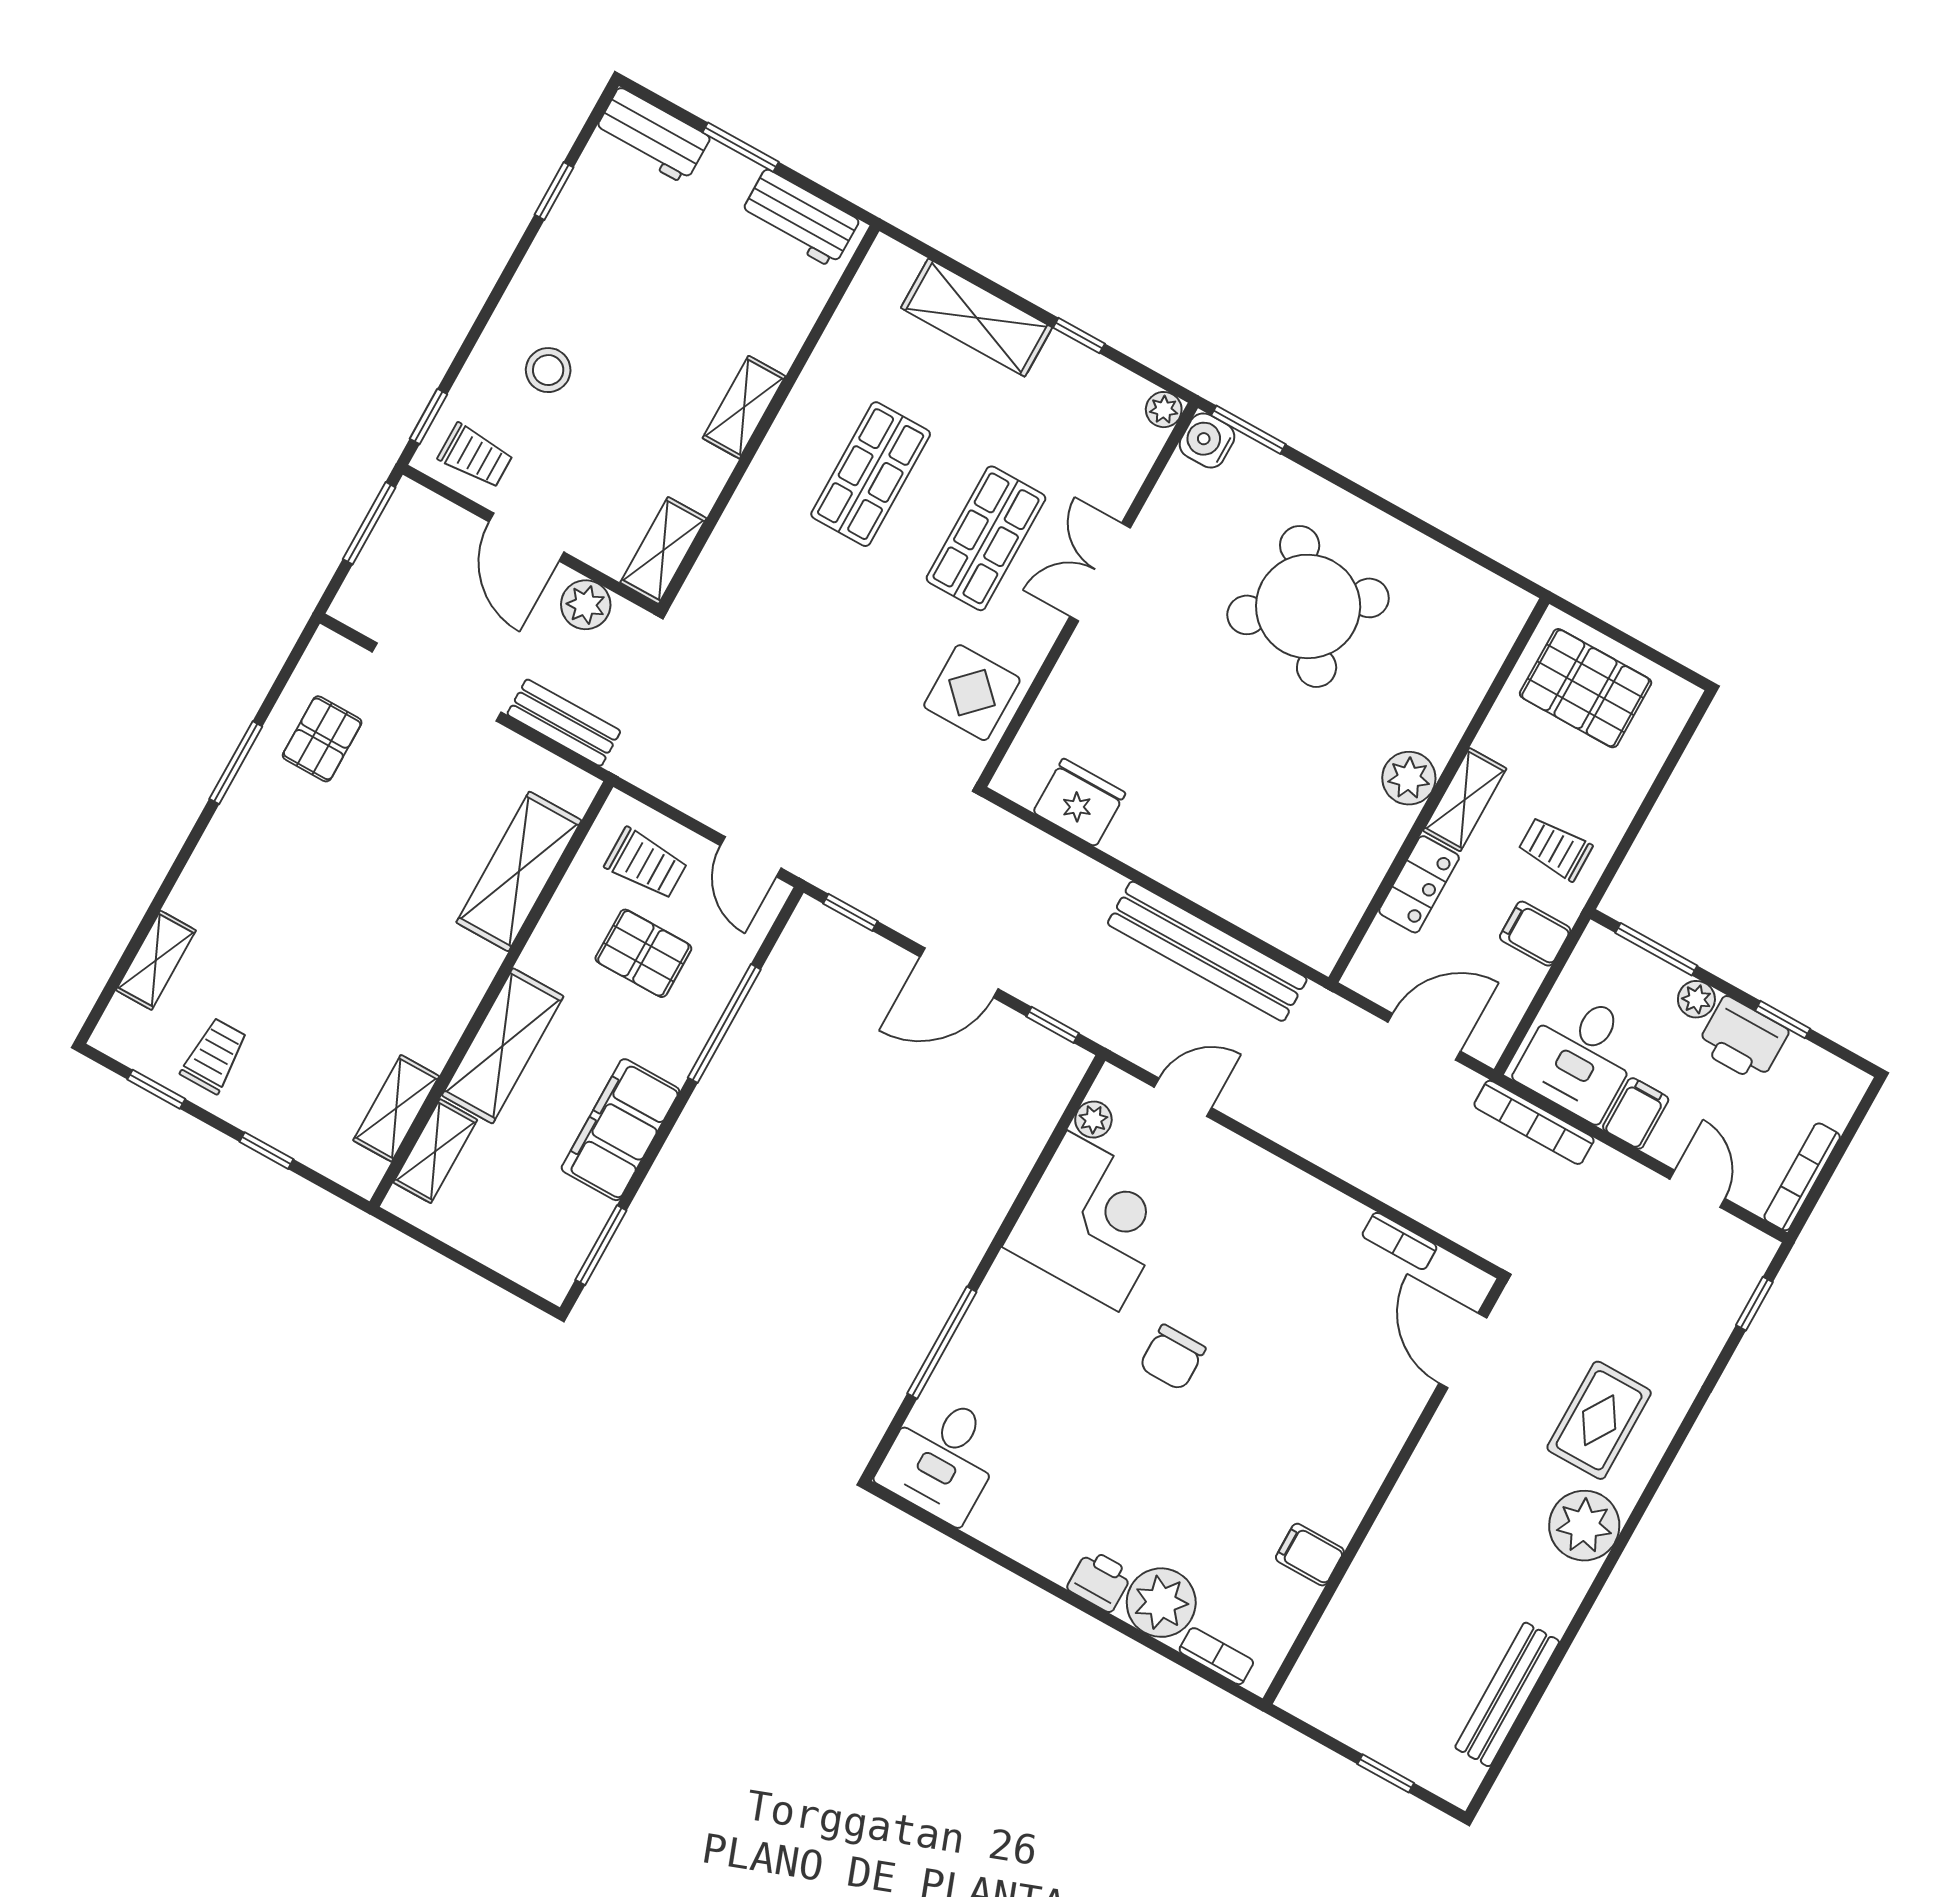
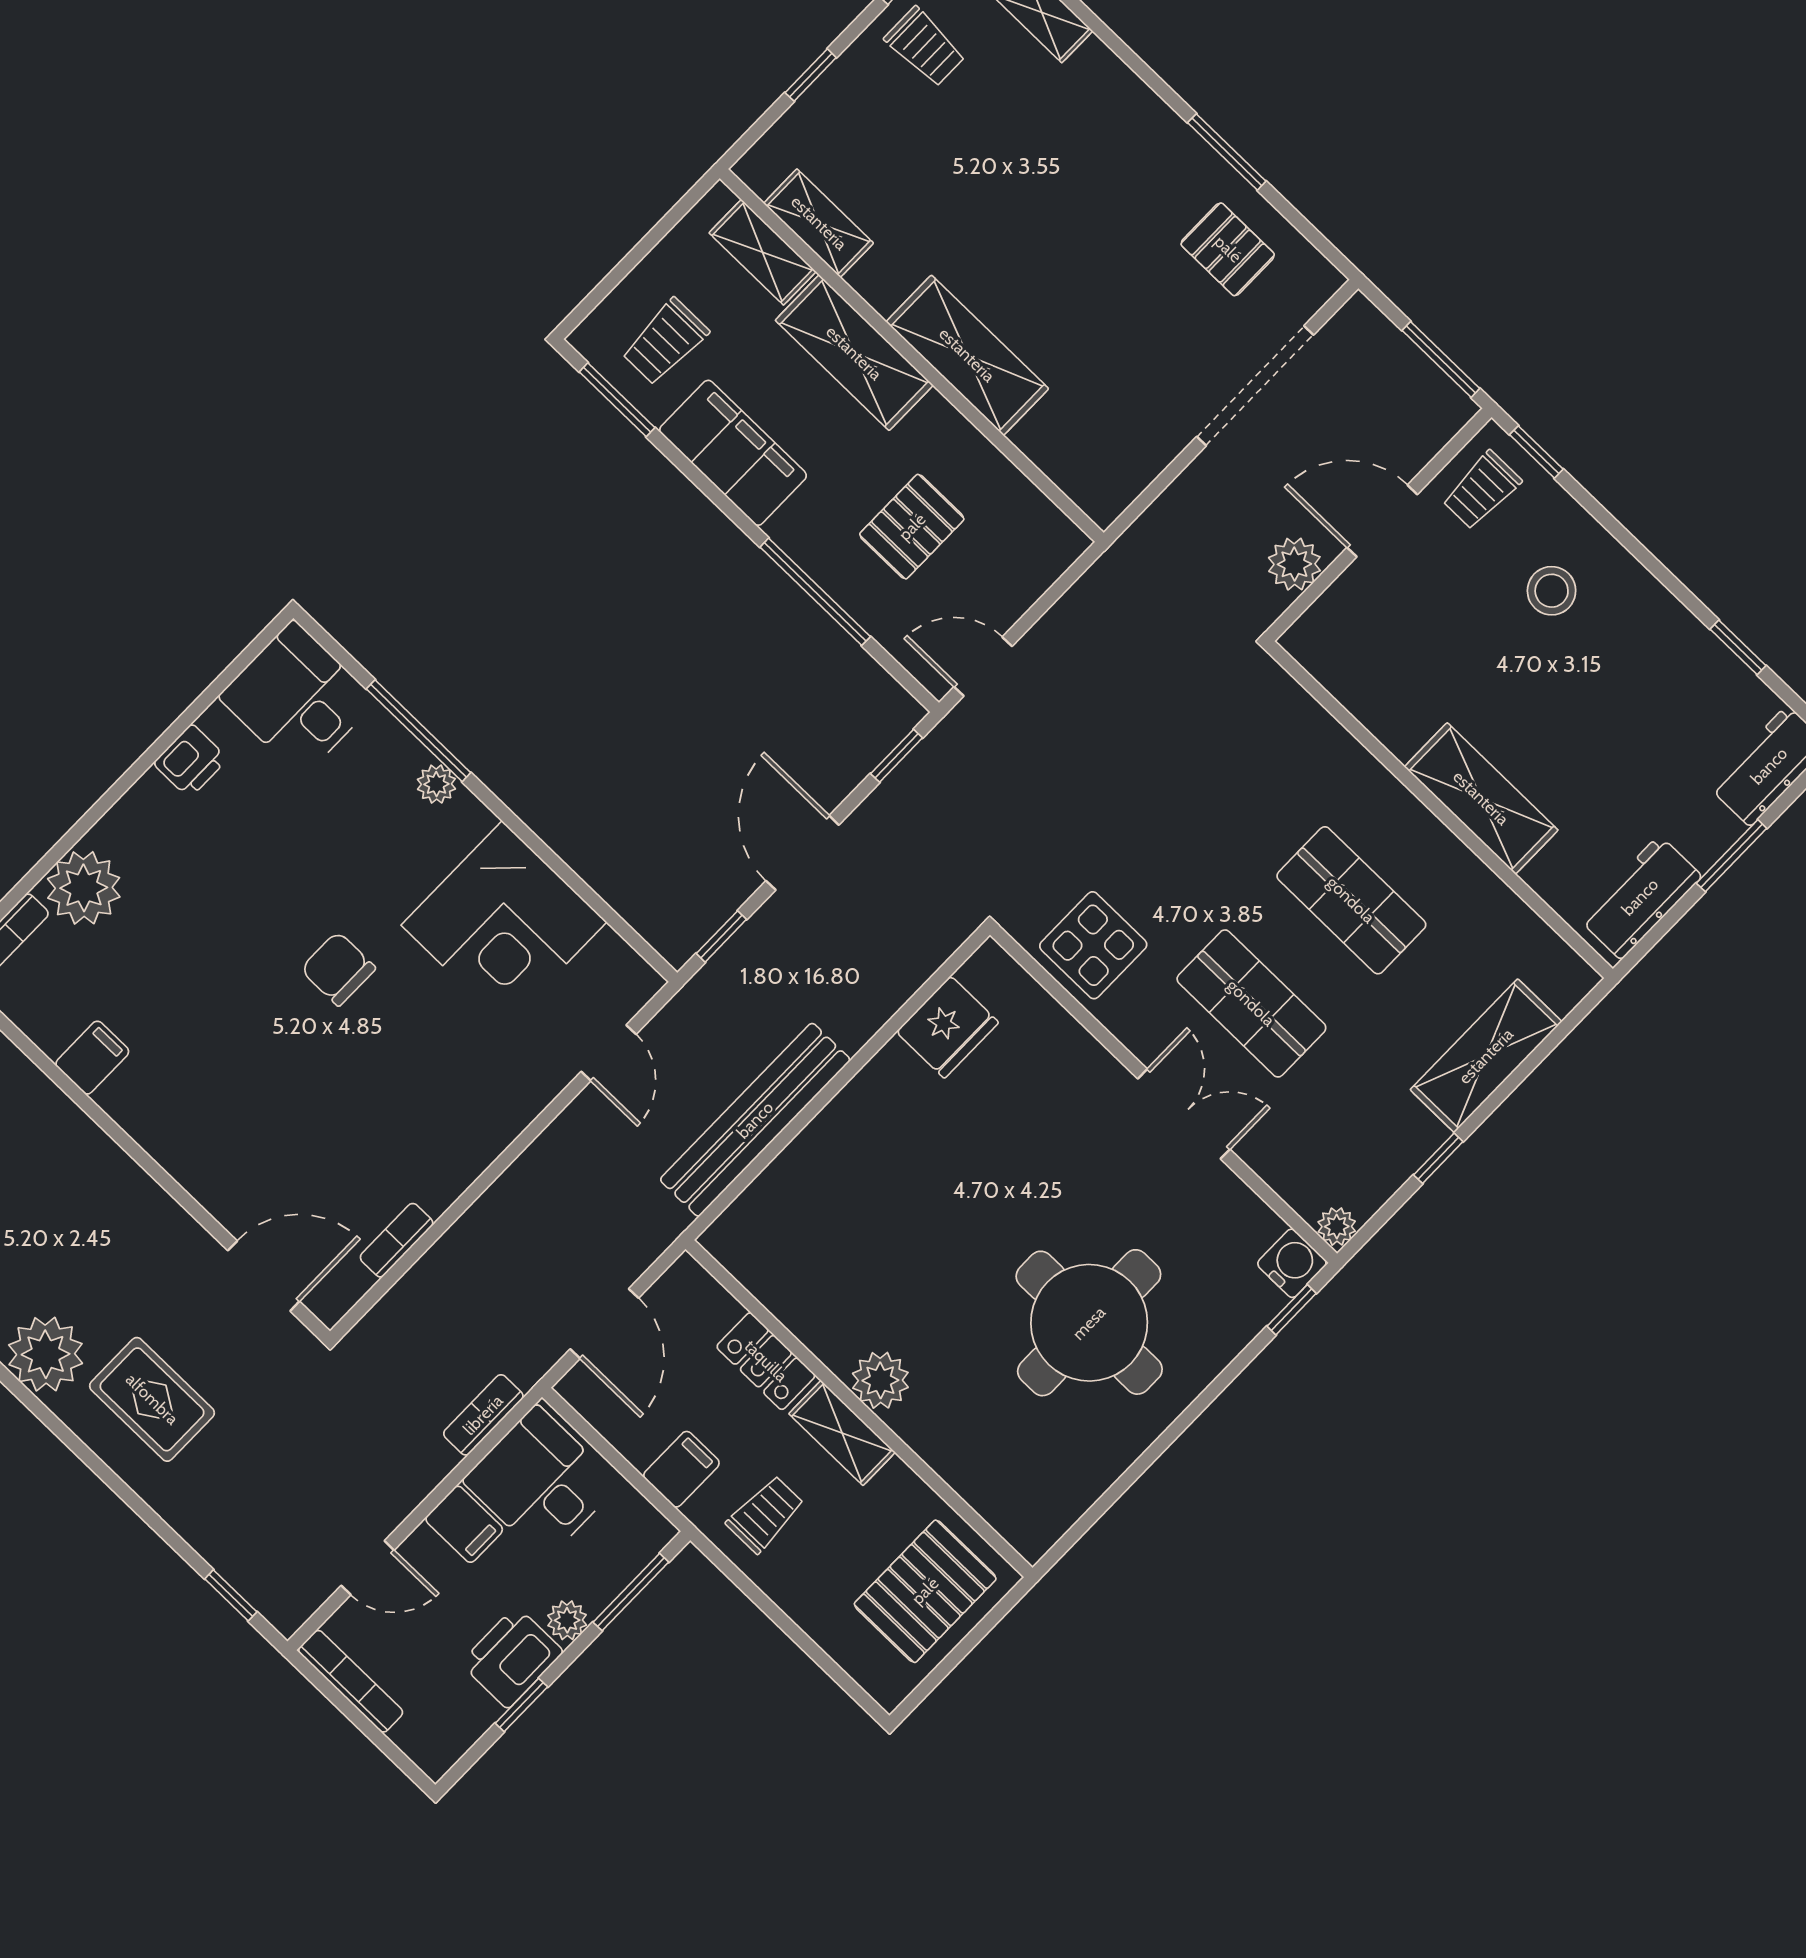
shelving: (744, 407) -> (1481, 798), width x1.50, depth x1.33
window: (1248, 430) -> (1292, 1310), width x0.67
shelving: (663, 550) -> (1330, 661), removed
round table: (1308, 606) -> (1089, 1323), turned 37
bench: (564, 723) -> (1177, 508), removed
trolley: (646, 864) -> (665, 342), moved
shelving: (519, 871) -> (967, 355), moved
plant: (1093, 1120) -> (436, 784), moved
bookcase: (1534, 1122) -> (483, 1415), width x0.64
printer: (1100, 1581) -> (191, 761), moved

